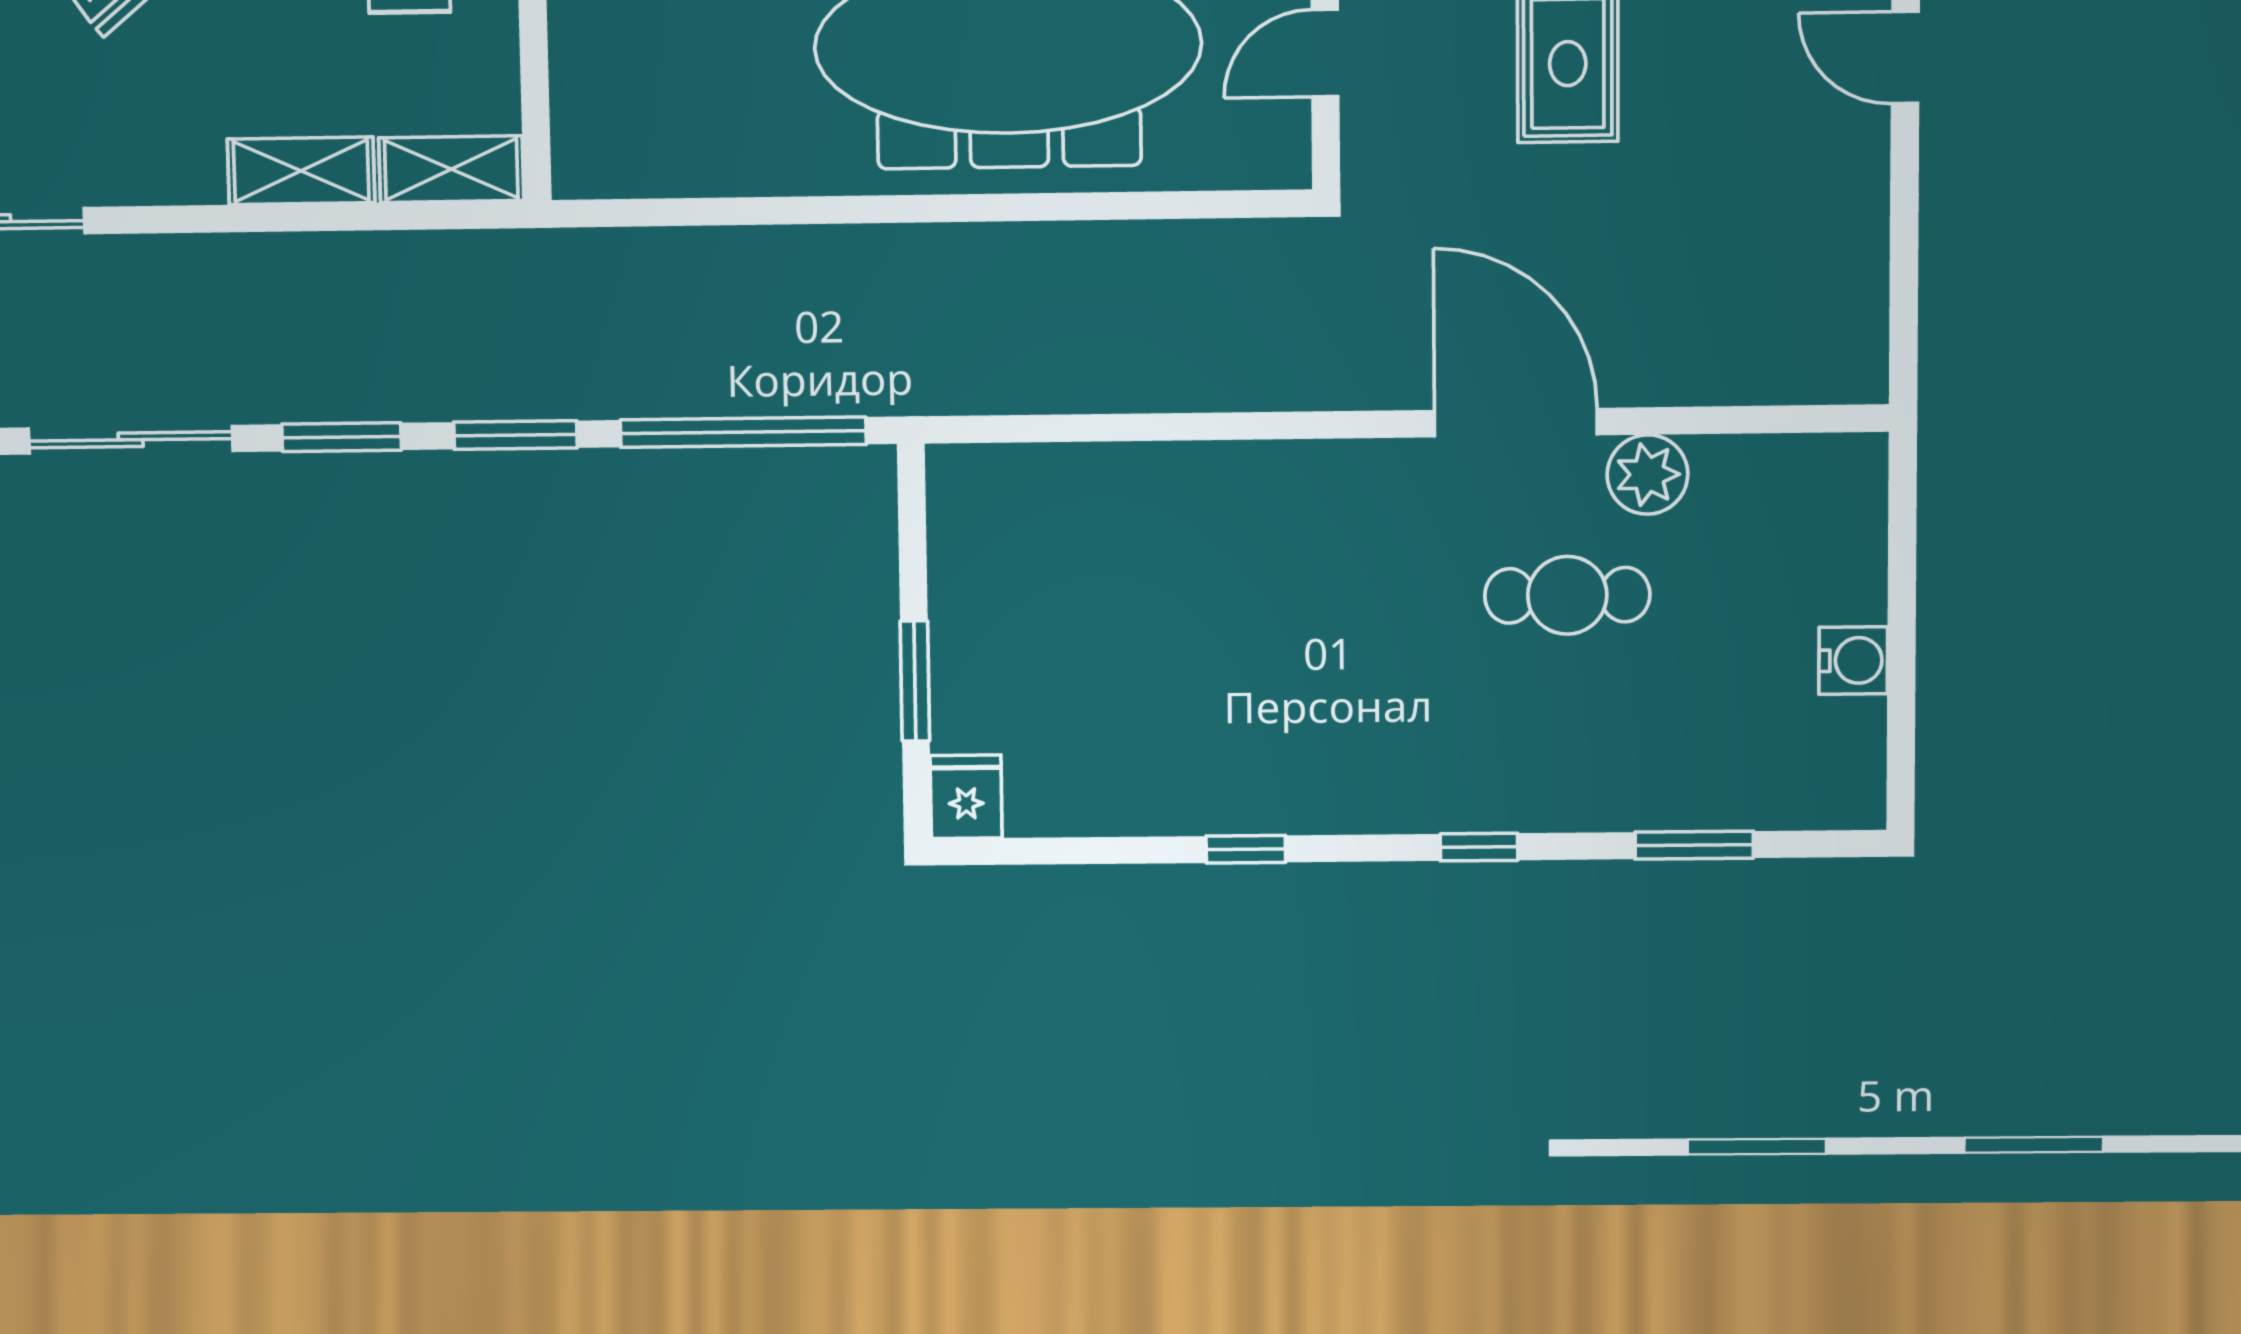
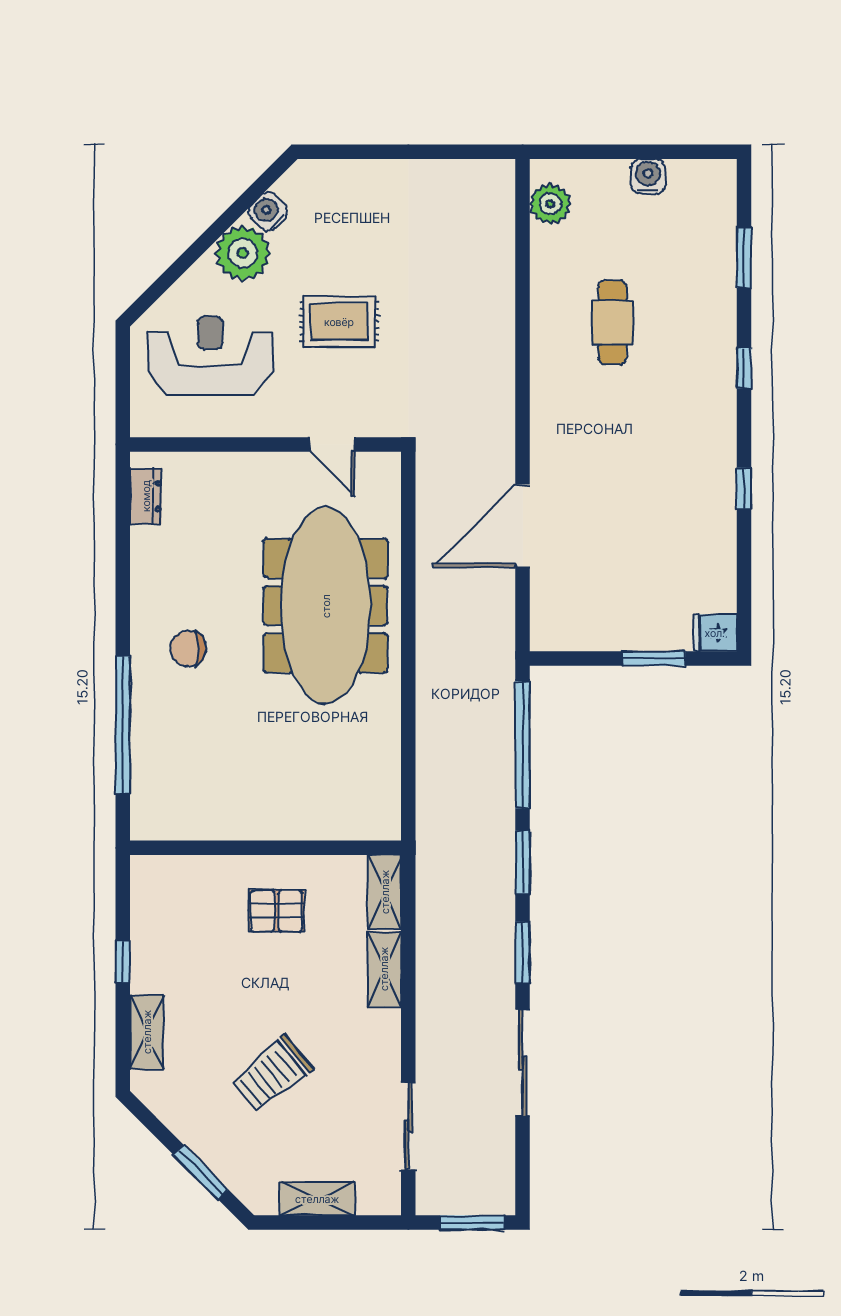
door: (1905, 57) -> (339, 152), removed
door: (1516, 423) -> (523, 526), moved
plant: (1647, 475) -> (550, 204), moved

